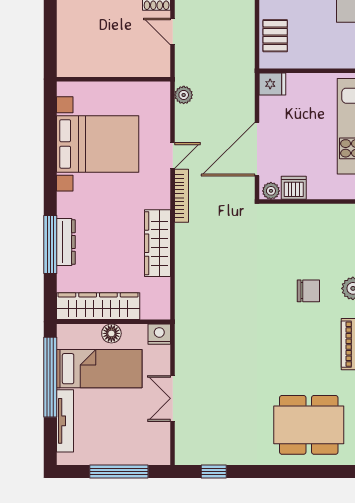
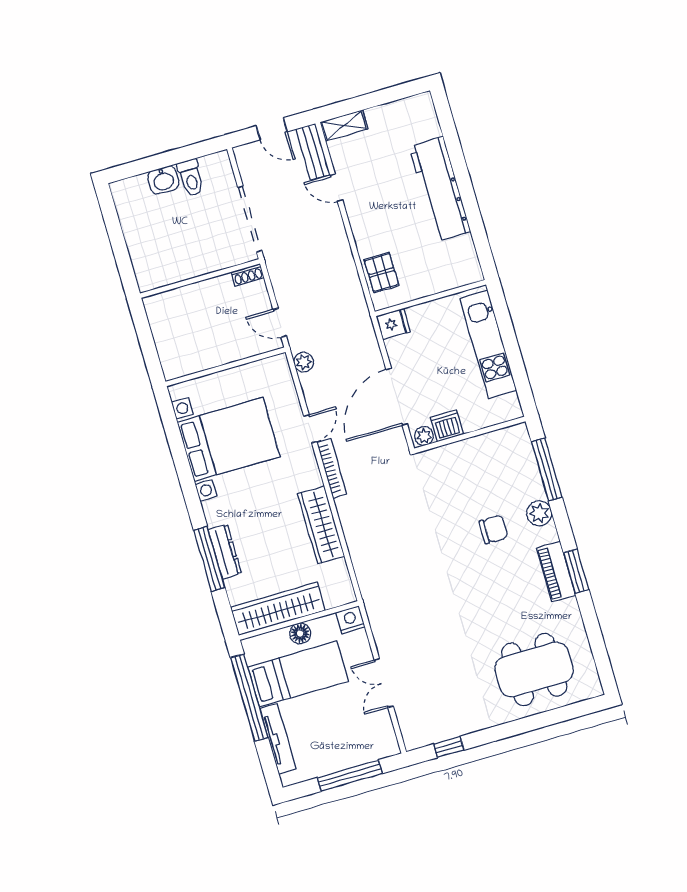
door: (173, 31) -> (280, 323), moved

